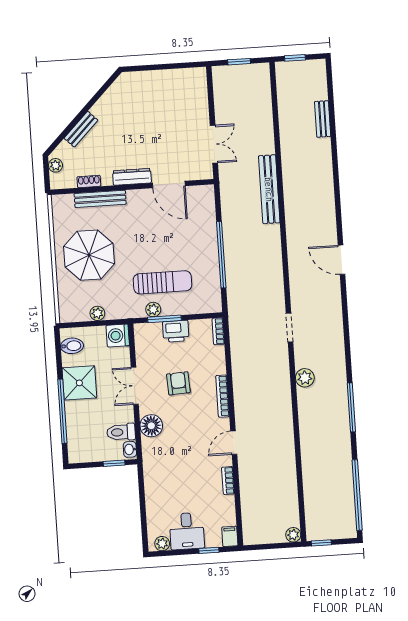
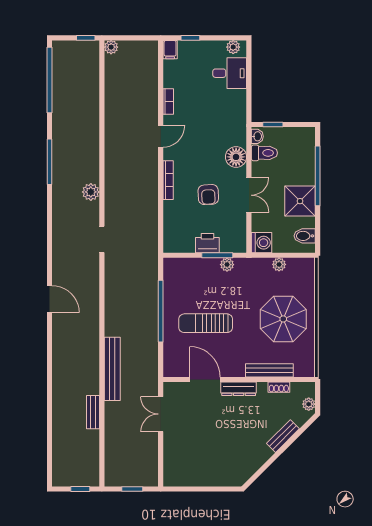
bench: (323, 119) -> (93, 412), moved
sun lounger: (163, 282) -> (206, 323), moved
bookcase: (218, 331) -> (168, 240), removed
desk: (187, 531) -> (230, 73), moved, turned 90

